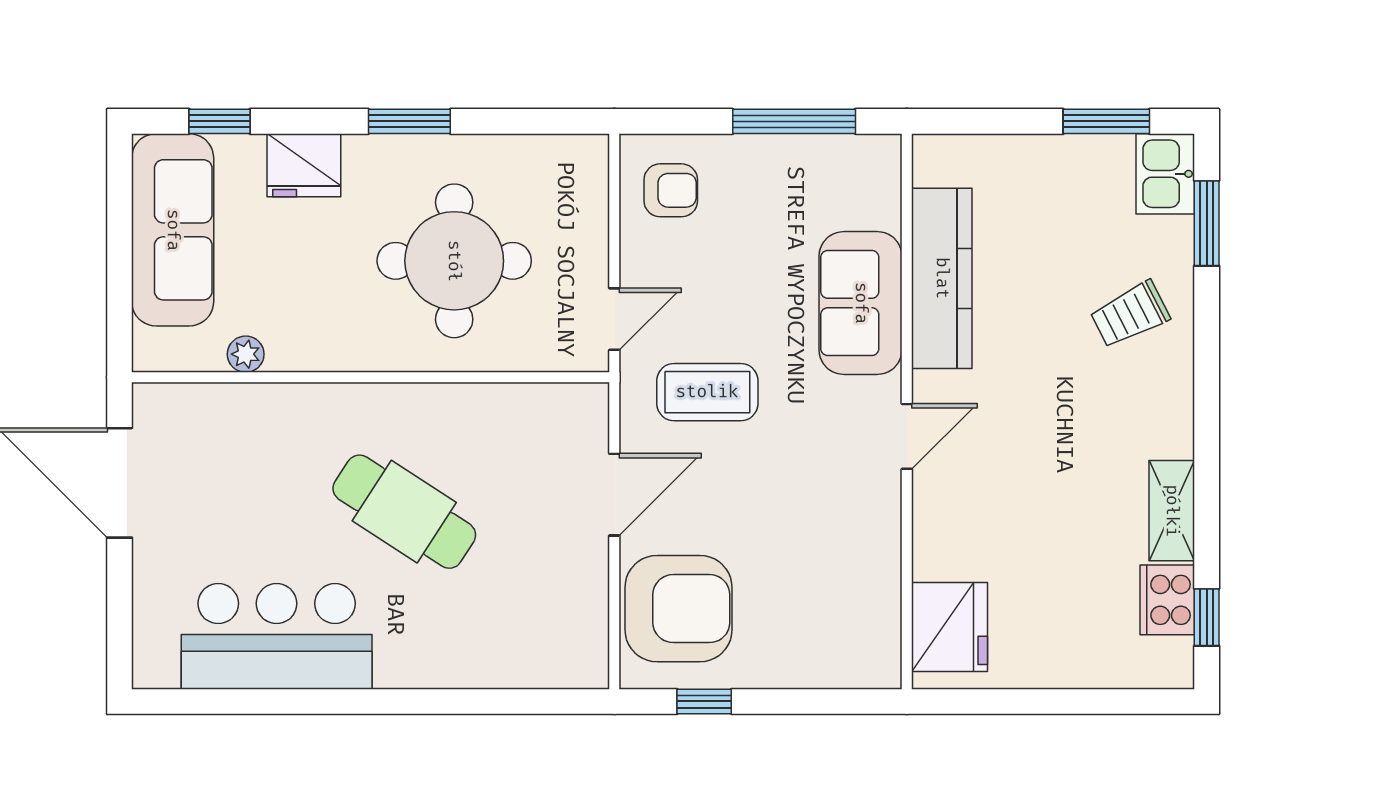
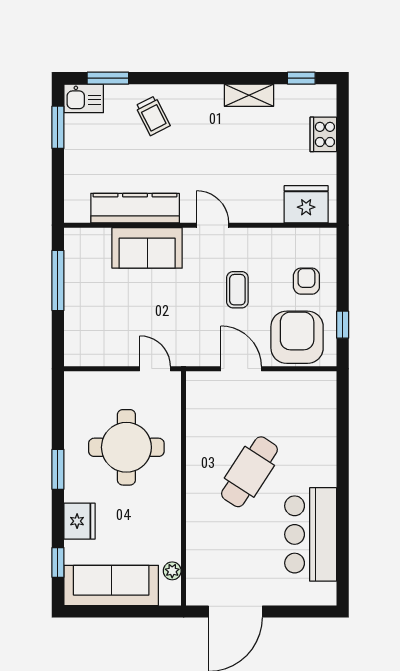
armchair: (671, 190) -> (306, 281), moved
plant: (246, 354) -> (172, 571), moved
coffee table: (707, 392) -> (237, 290), moved, width x0.73, depth x0.77
cooker: (1167, 600) -> (323, 134), moved, turned 90

